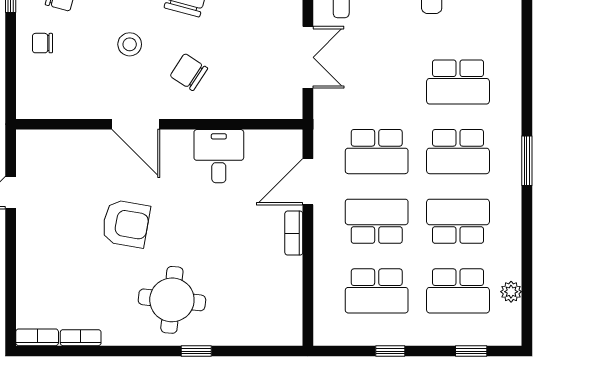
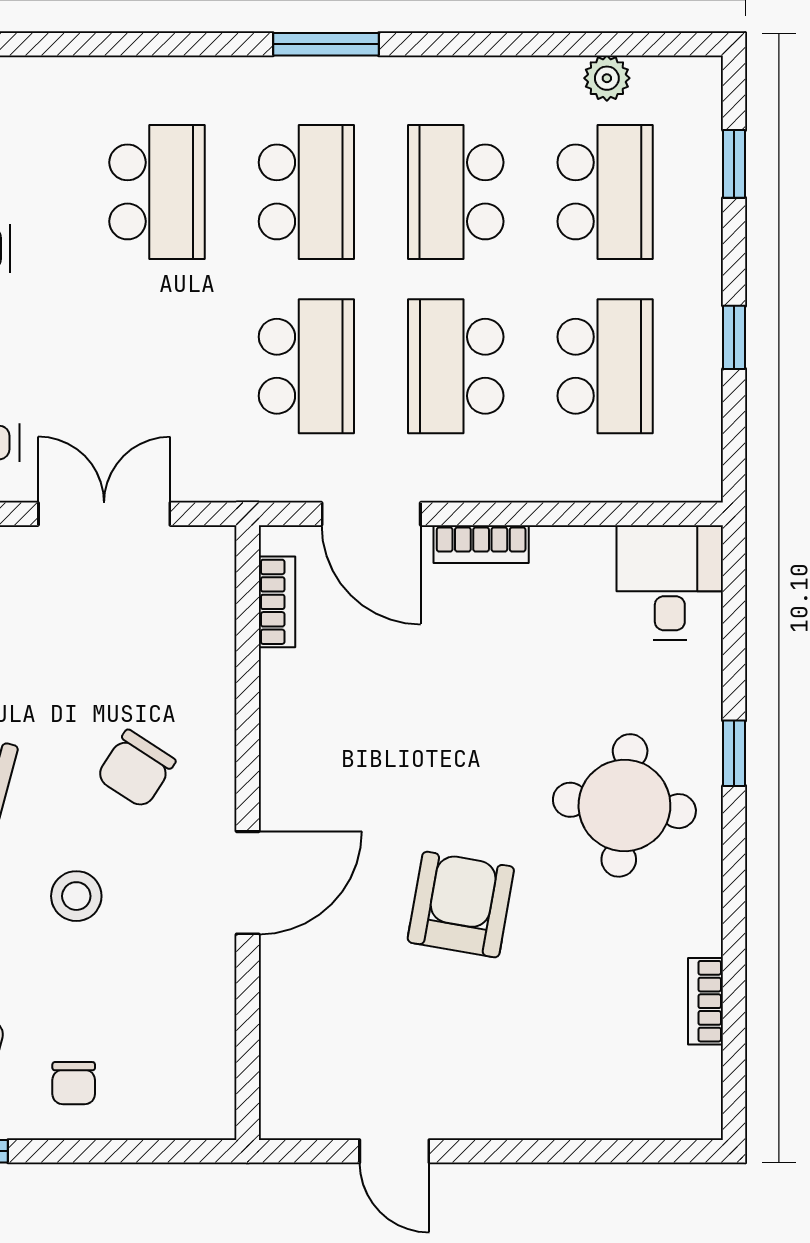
desk: (219, 156) -> (670, 582), moved, turned 90
bookcase: (37, 337) -> (277, 602), moved, turned 180

